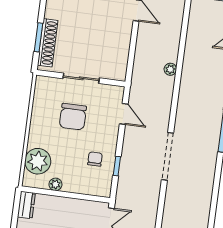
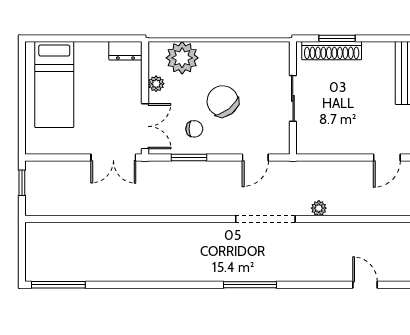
chair: (73, 117) -> (223, 101), moved, turned 52
doorway: (167, 156) -> (265, 219), moved
window: (117, 166) -> (189, 157), width x1.50
double door: (88, 197) -> (145, 126), added

